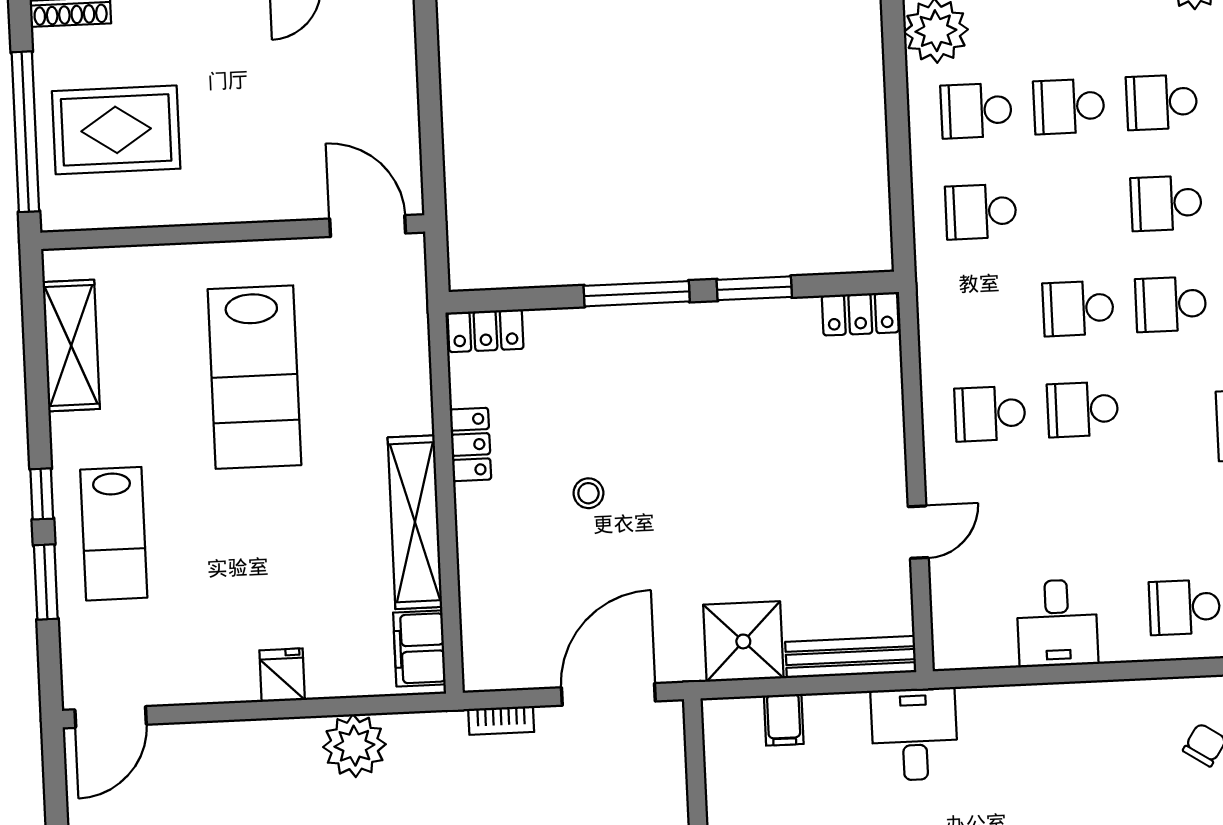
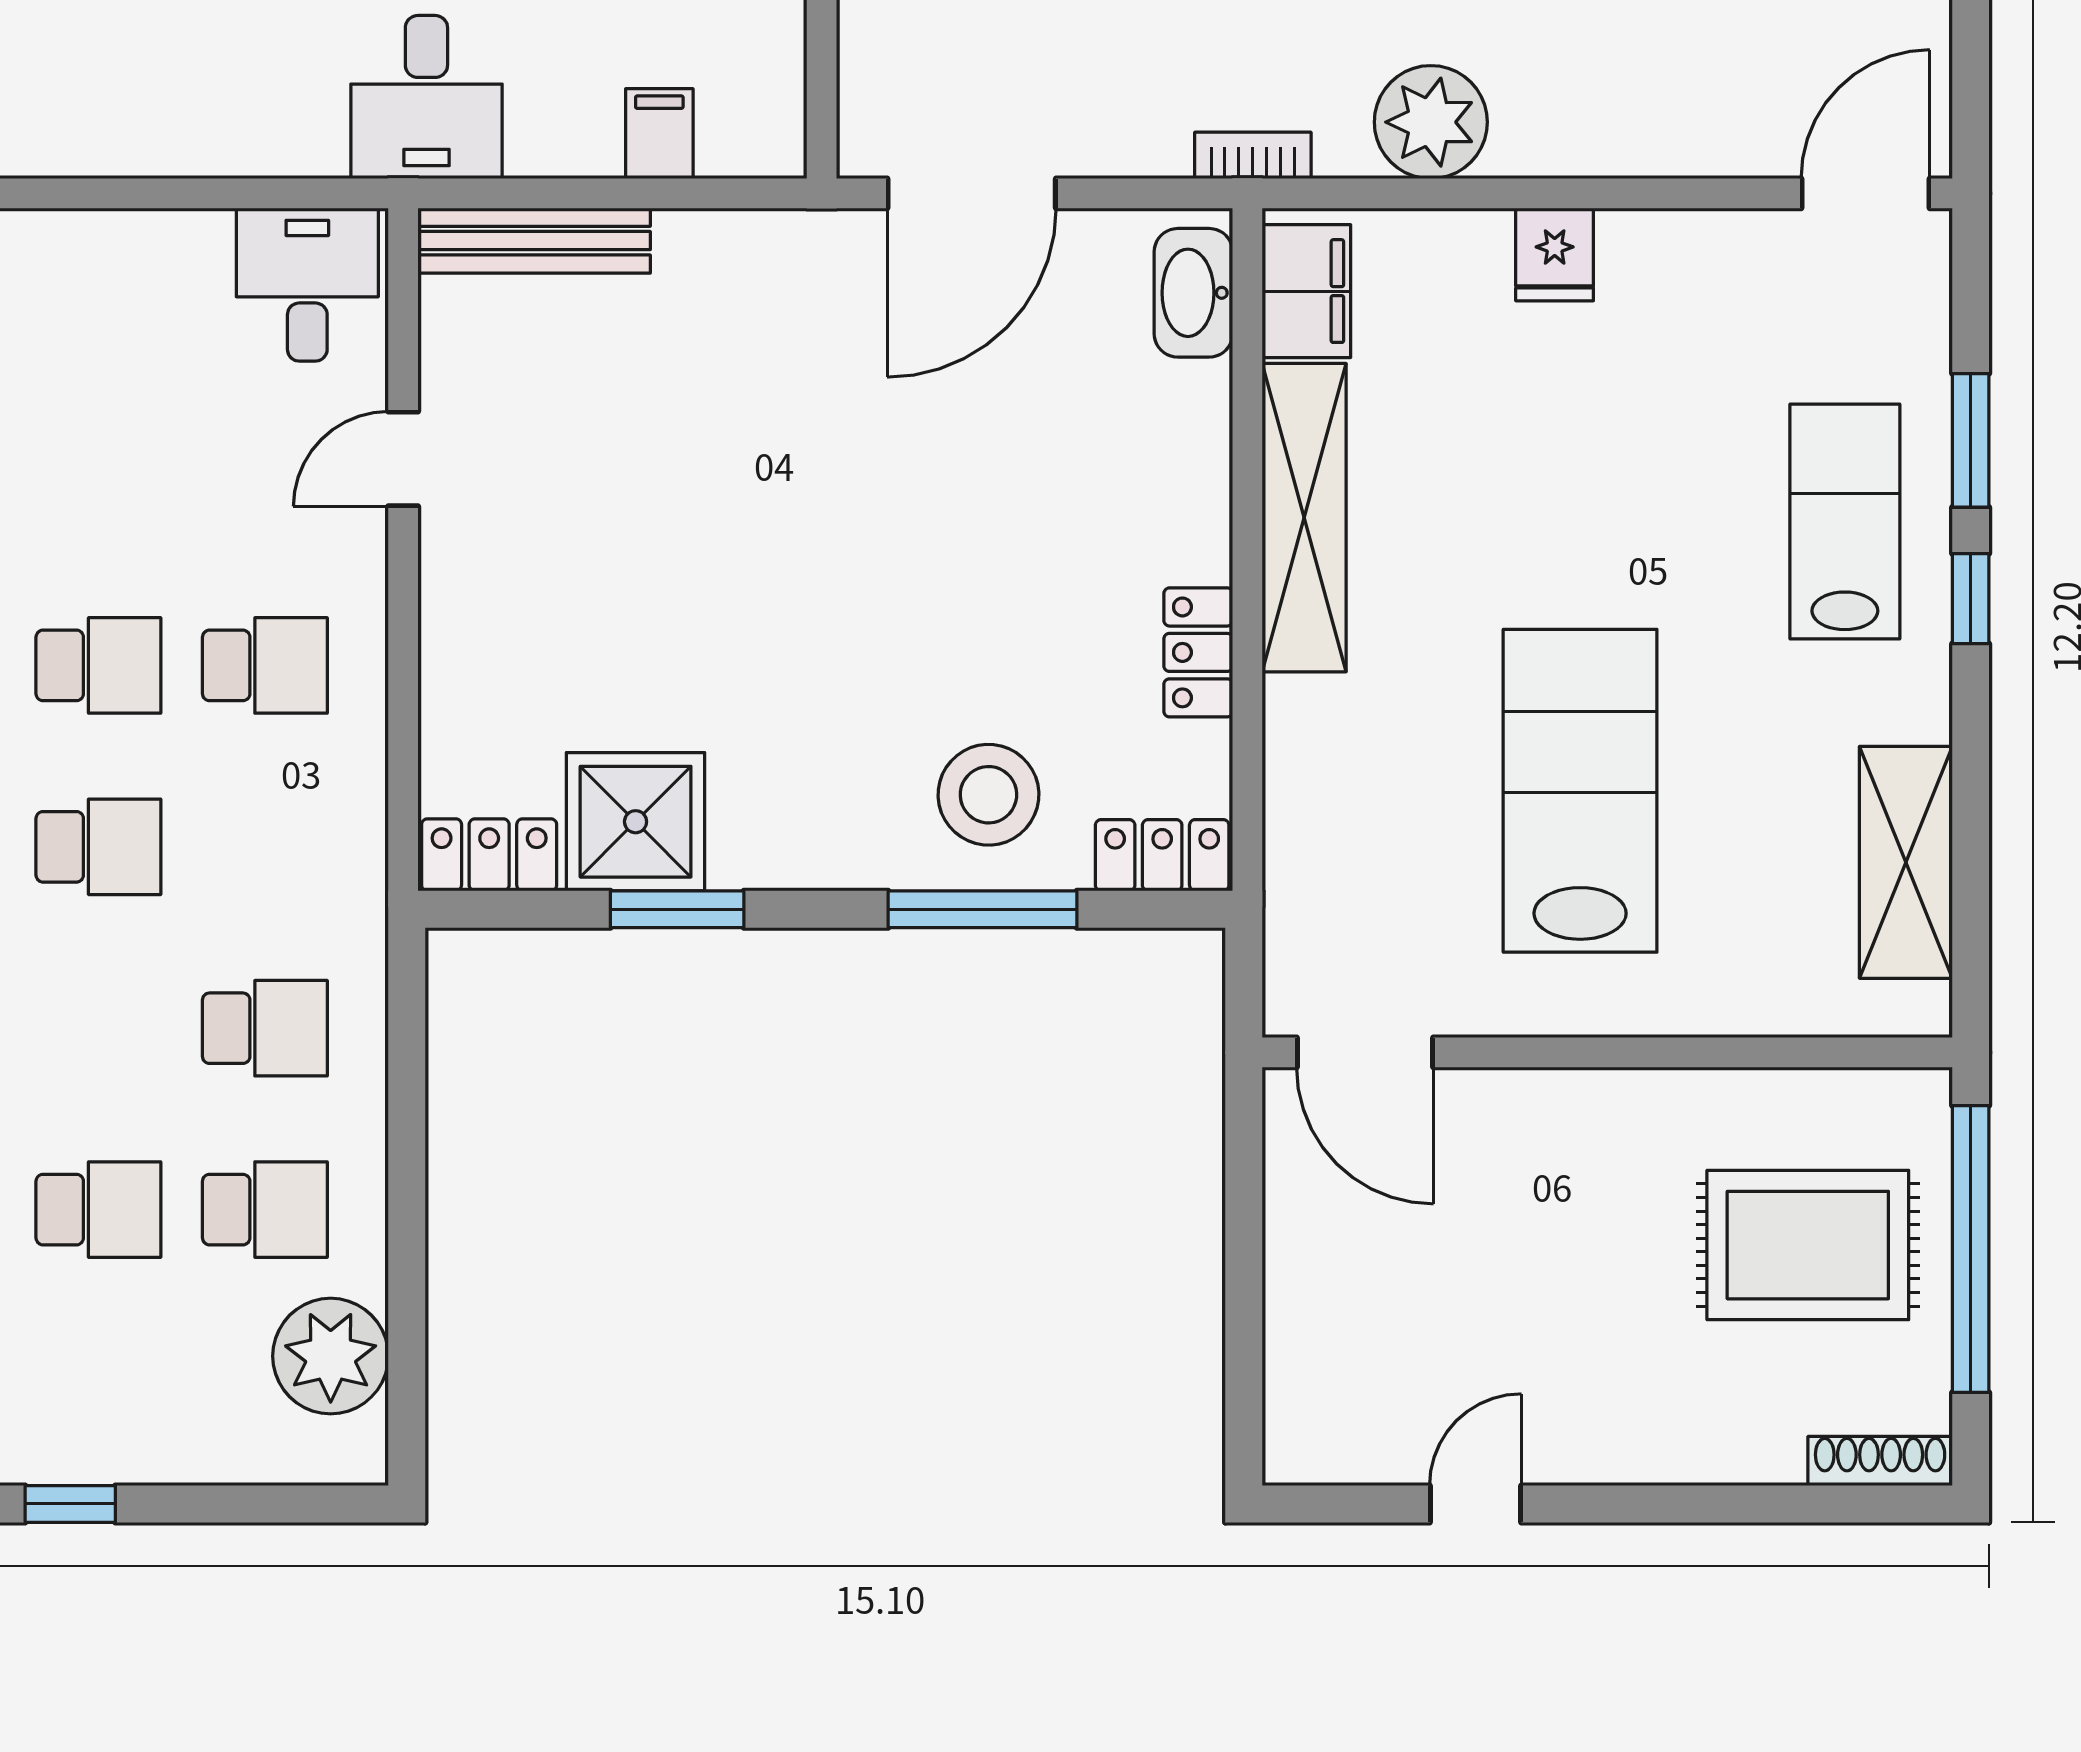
window: (637, 294) -> (983, 909), moved
stool: (588, 493) -> (988, 795), moved, width x1.89, depth x1.89
desk: (1057, 623) -> (307, 285), moved
shower: (743, 641) -> (636, 822), moved
washbasin: (482, 645) -> (1193, 293), added
bookcase: (501, 720) -> (1253, 155), moved

